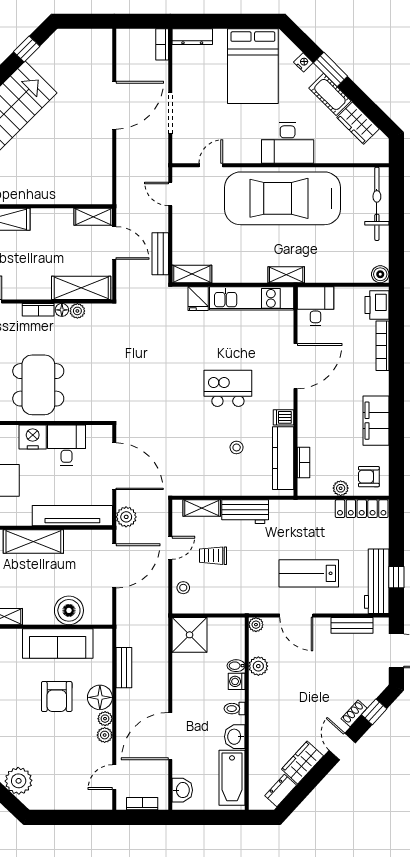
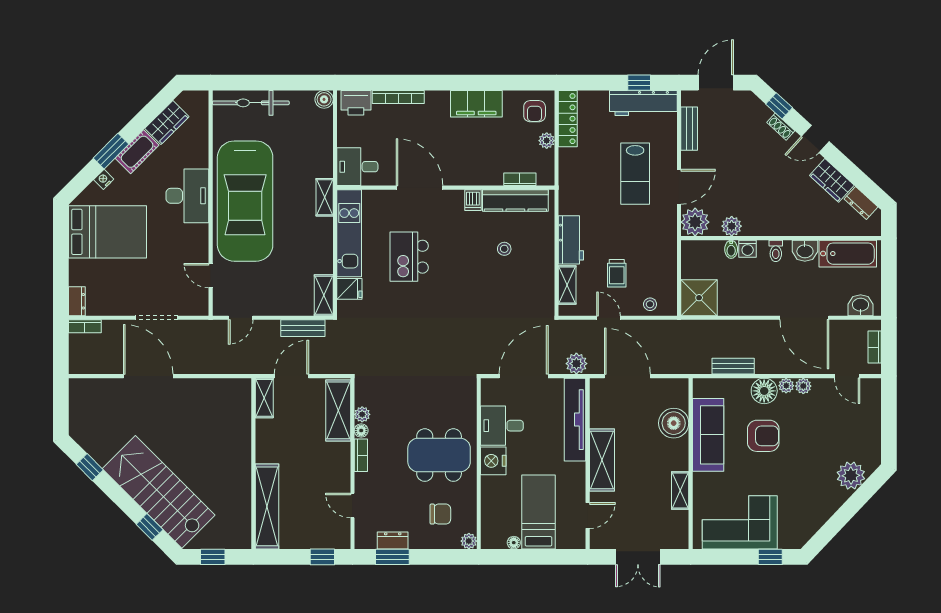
dresser: (192, 37) -> (77, 301), width x0.70
kitchen island: (228, 388) -> (409, 257), moved
plant: (256, 625) -> (695, 222), width x1.88, depth x1.88

